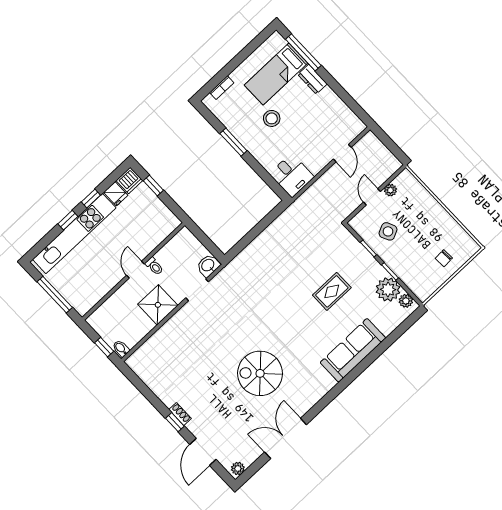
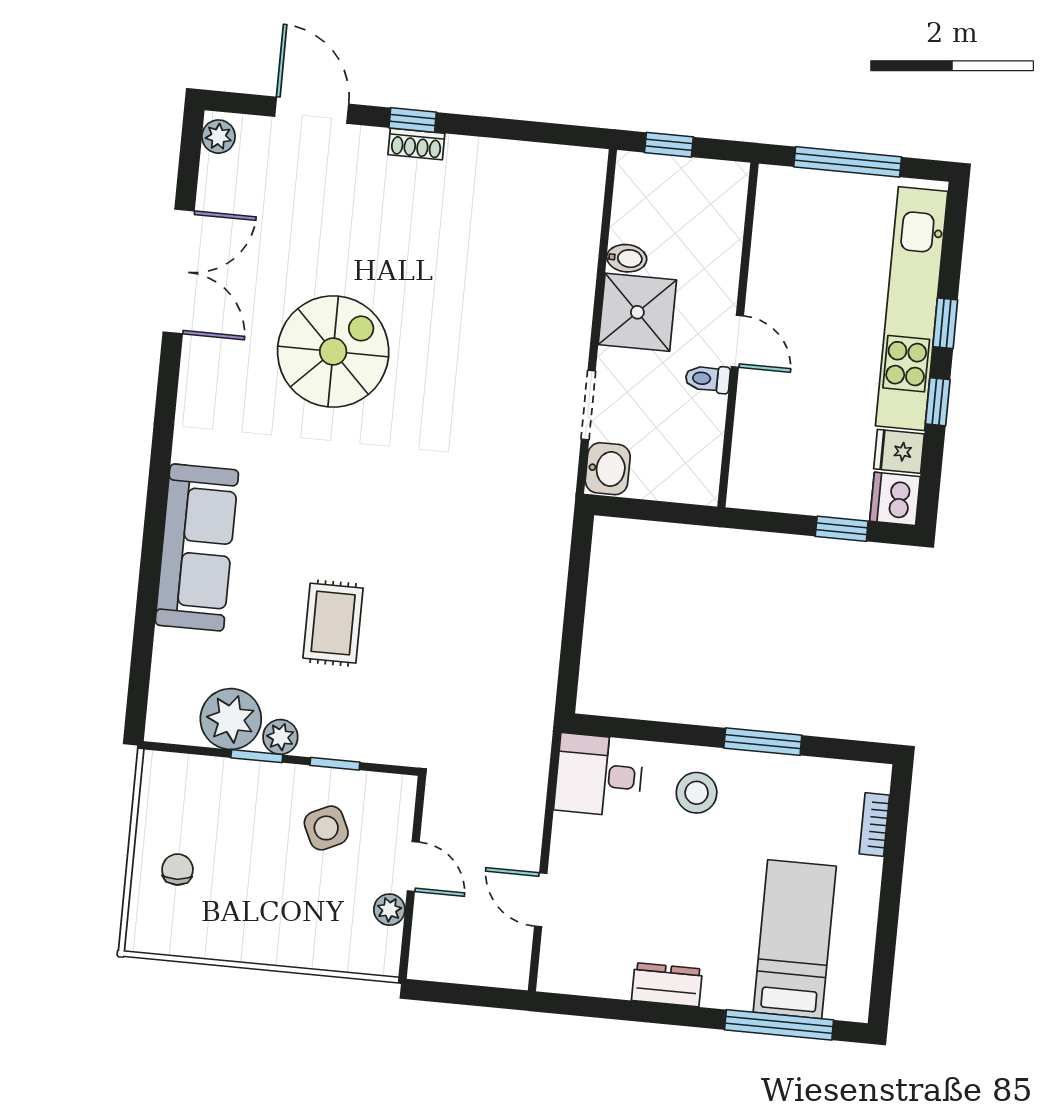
dresser: (313, 79) -> (667, 985), moved
stool: (272, 118) -> (697, 793), moved
plant: (406, 301) -> (280, 737), moved
bidet: (121, 348) -> (627, 258), moved

